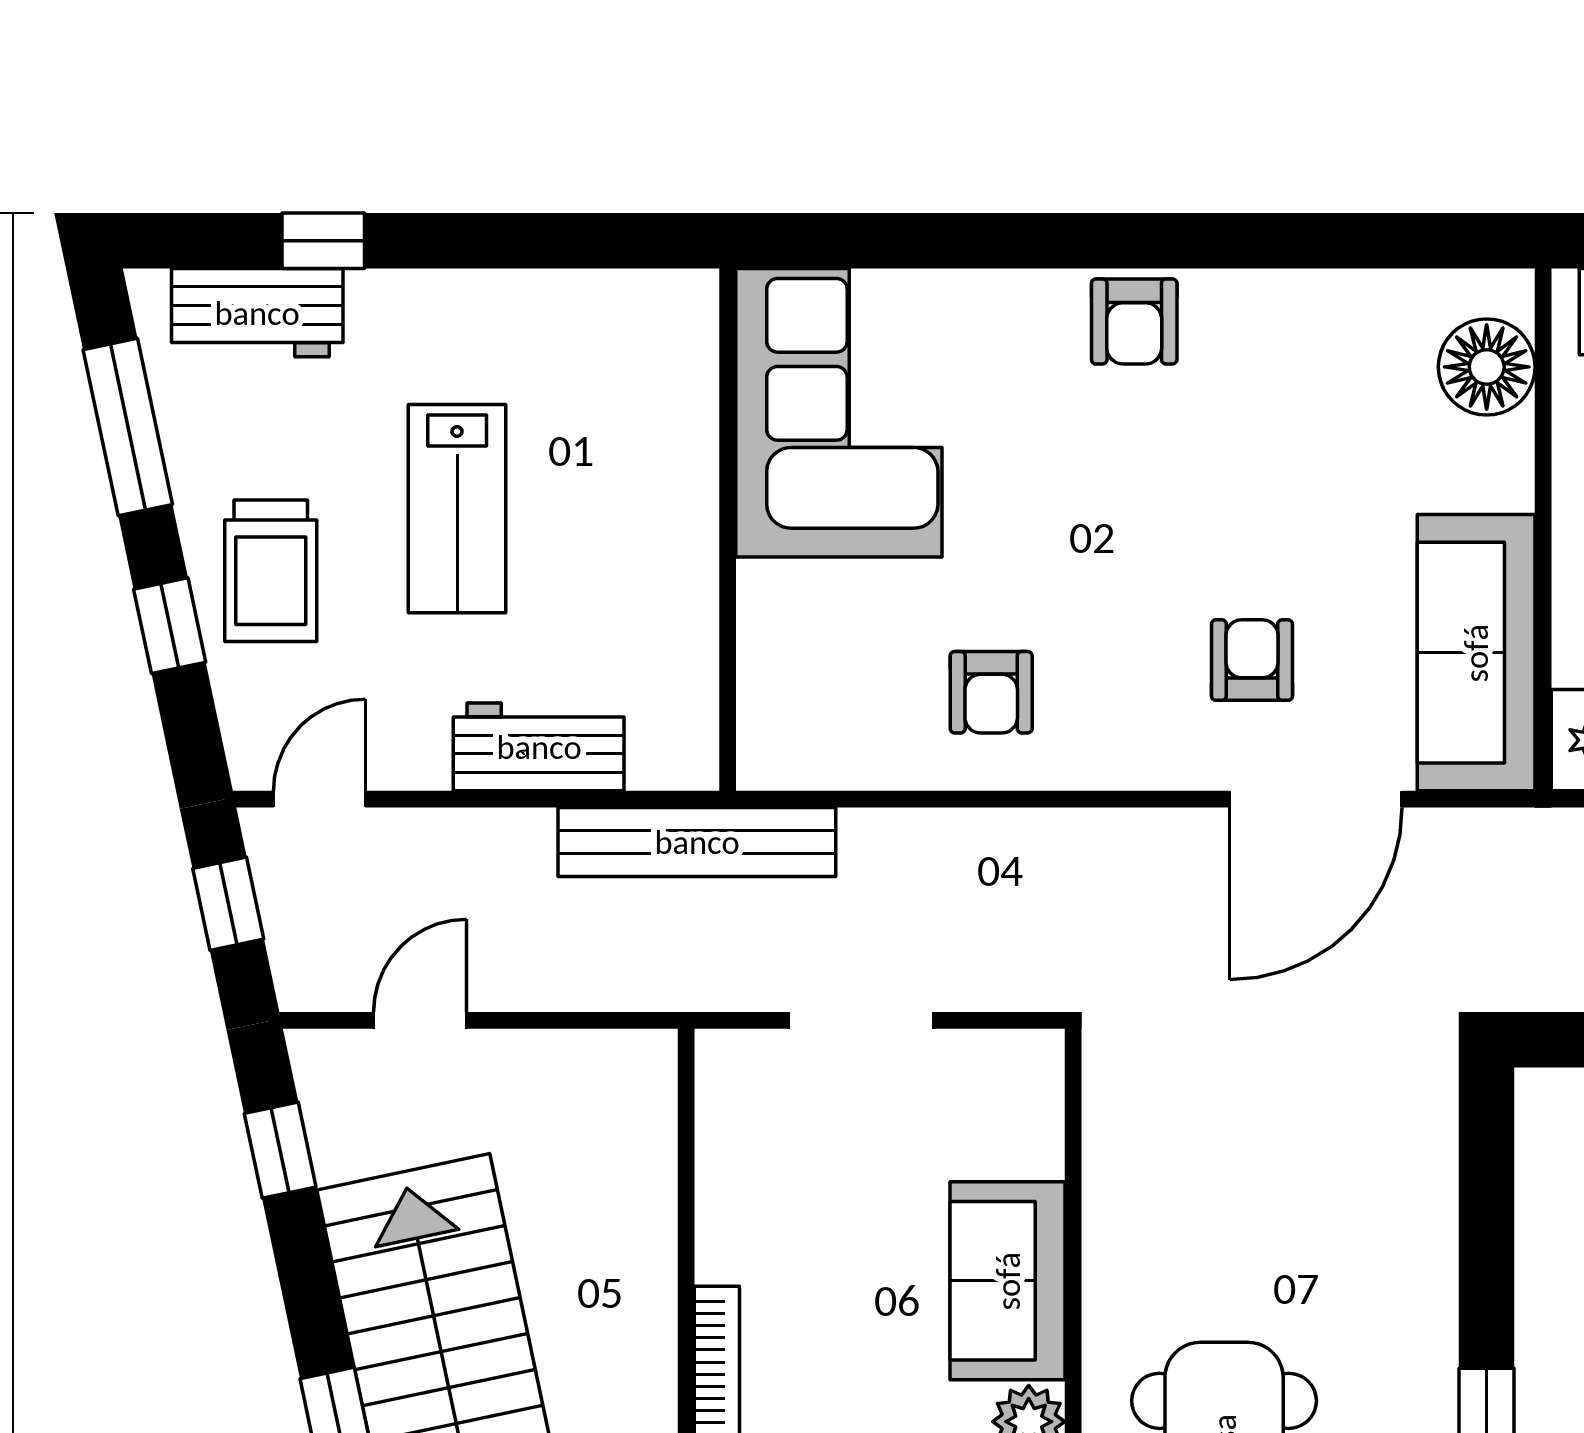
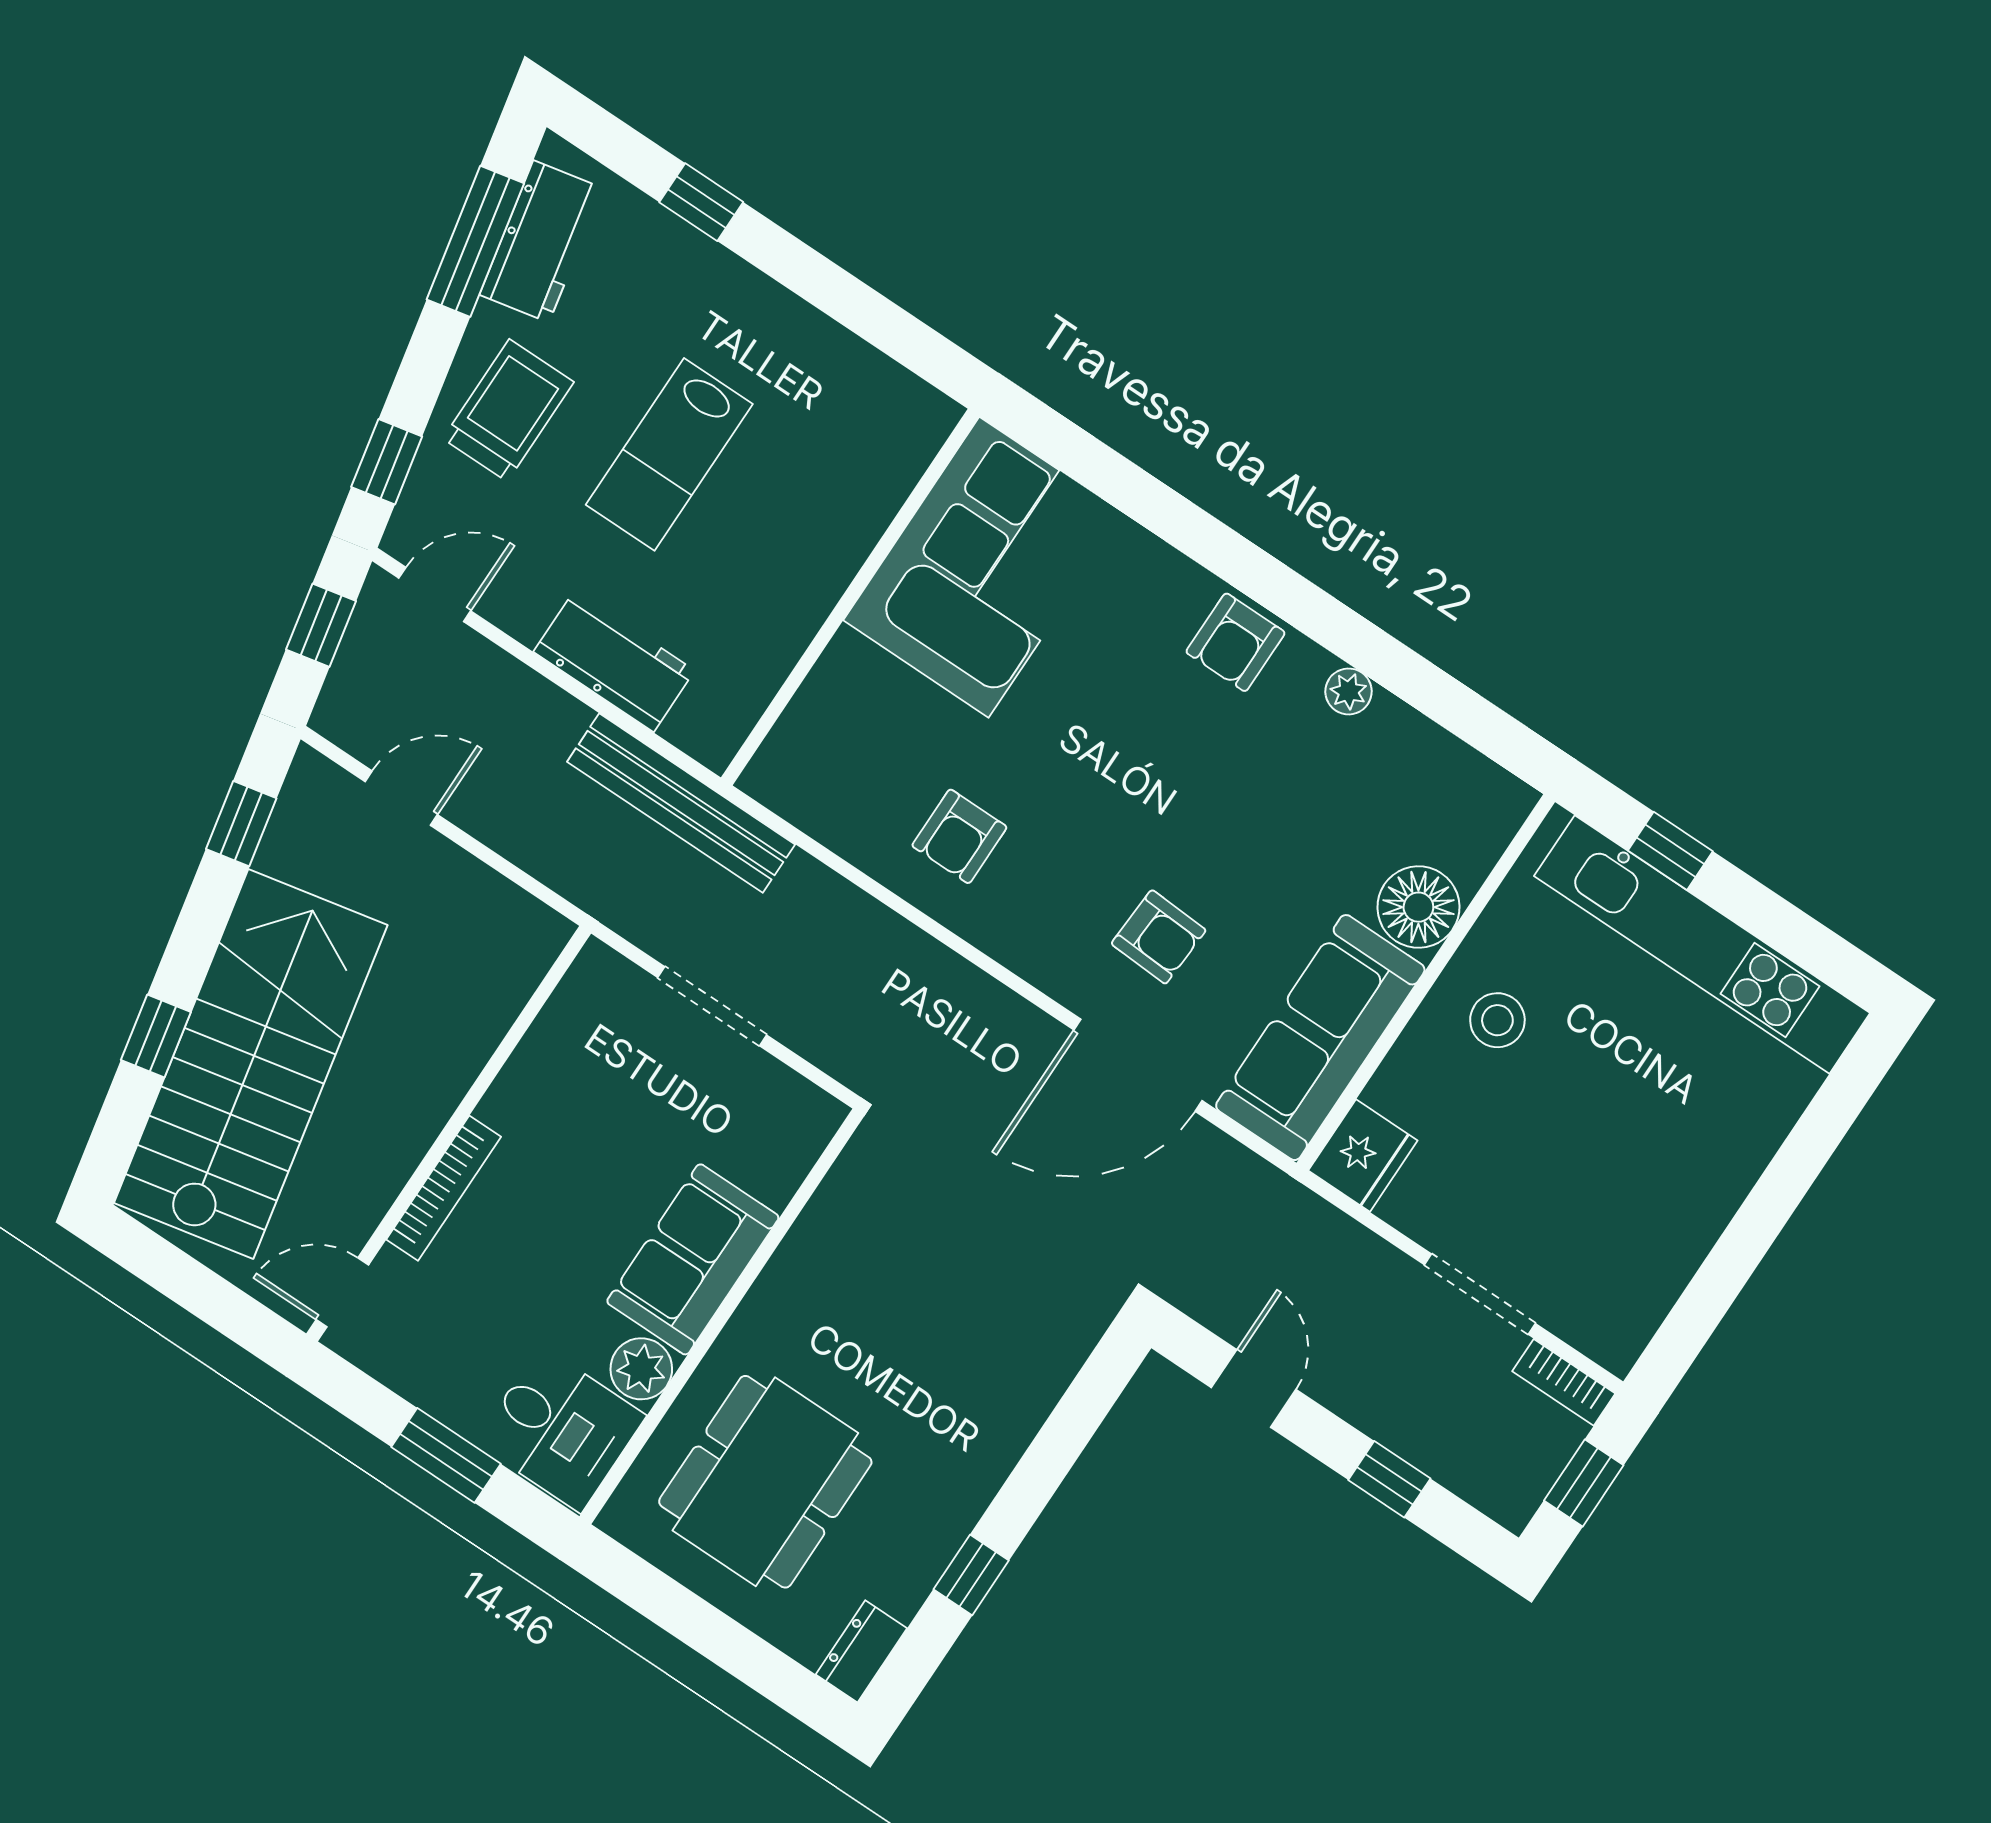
plant: (1277, 296) -> (1348, 691), added
workbench: (257, 313) -> (541, 241), moved, turned -102
floor lamp: (1487, 367) -> (1418, 907), moved
trolley: (271, 571) -> (508, 410), turned 180
window: (170, 626) -> (387, 462), moved
armchair: (1252, 660) -> (1159, 937), turned 93

